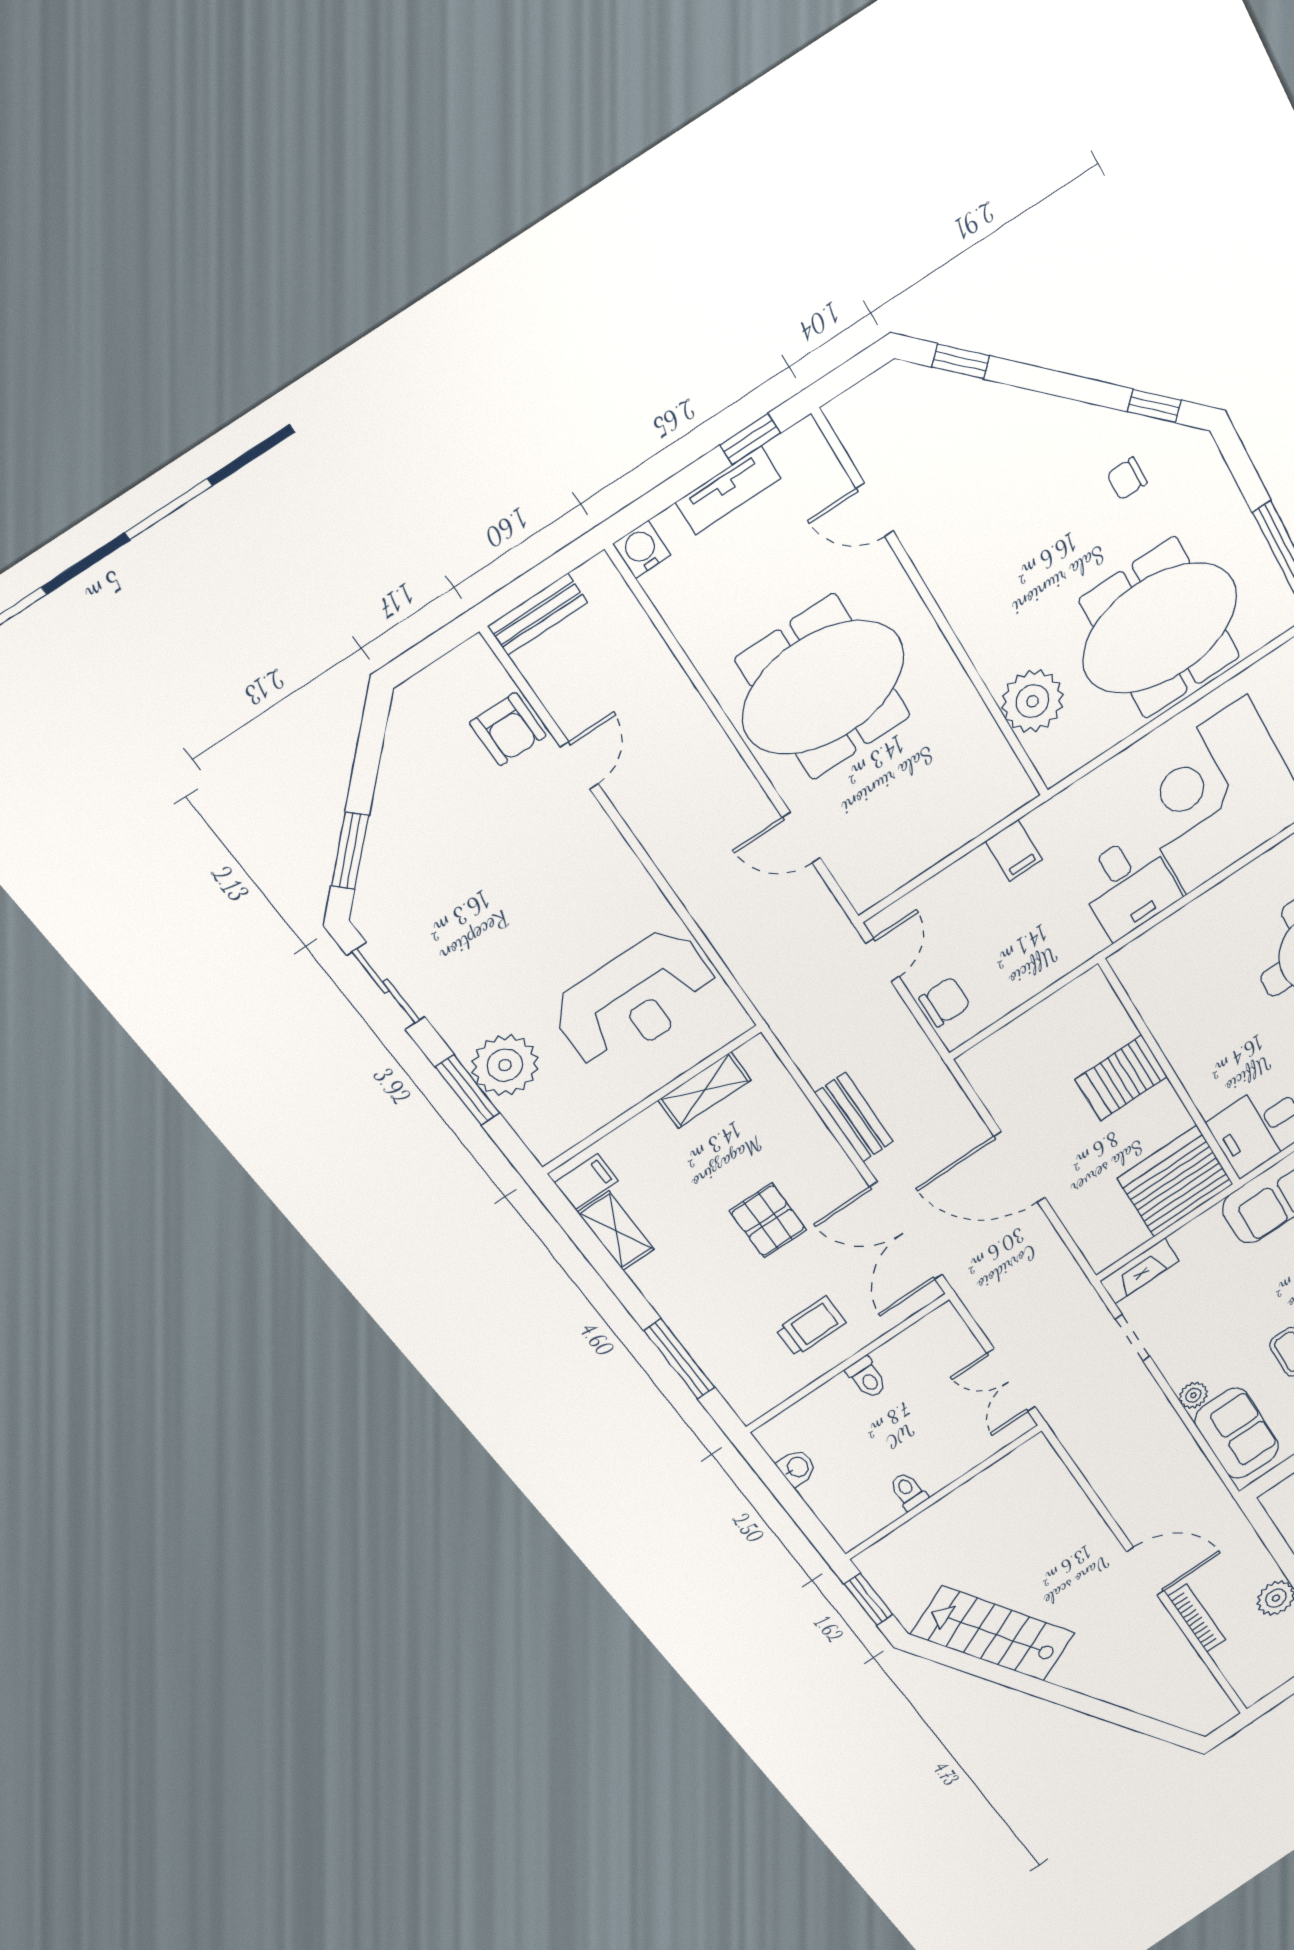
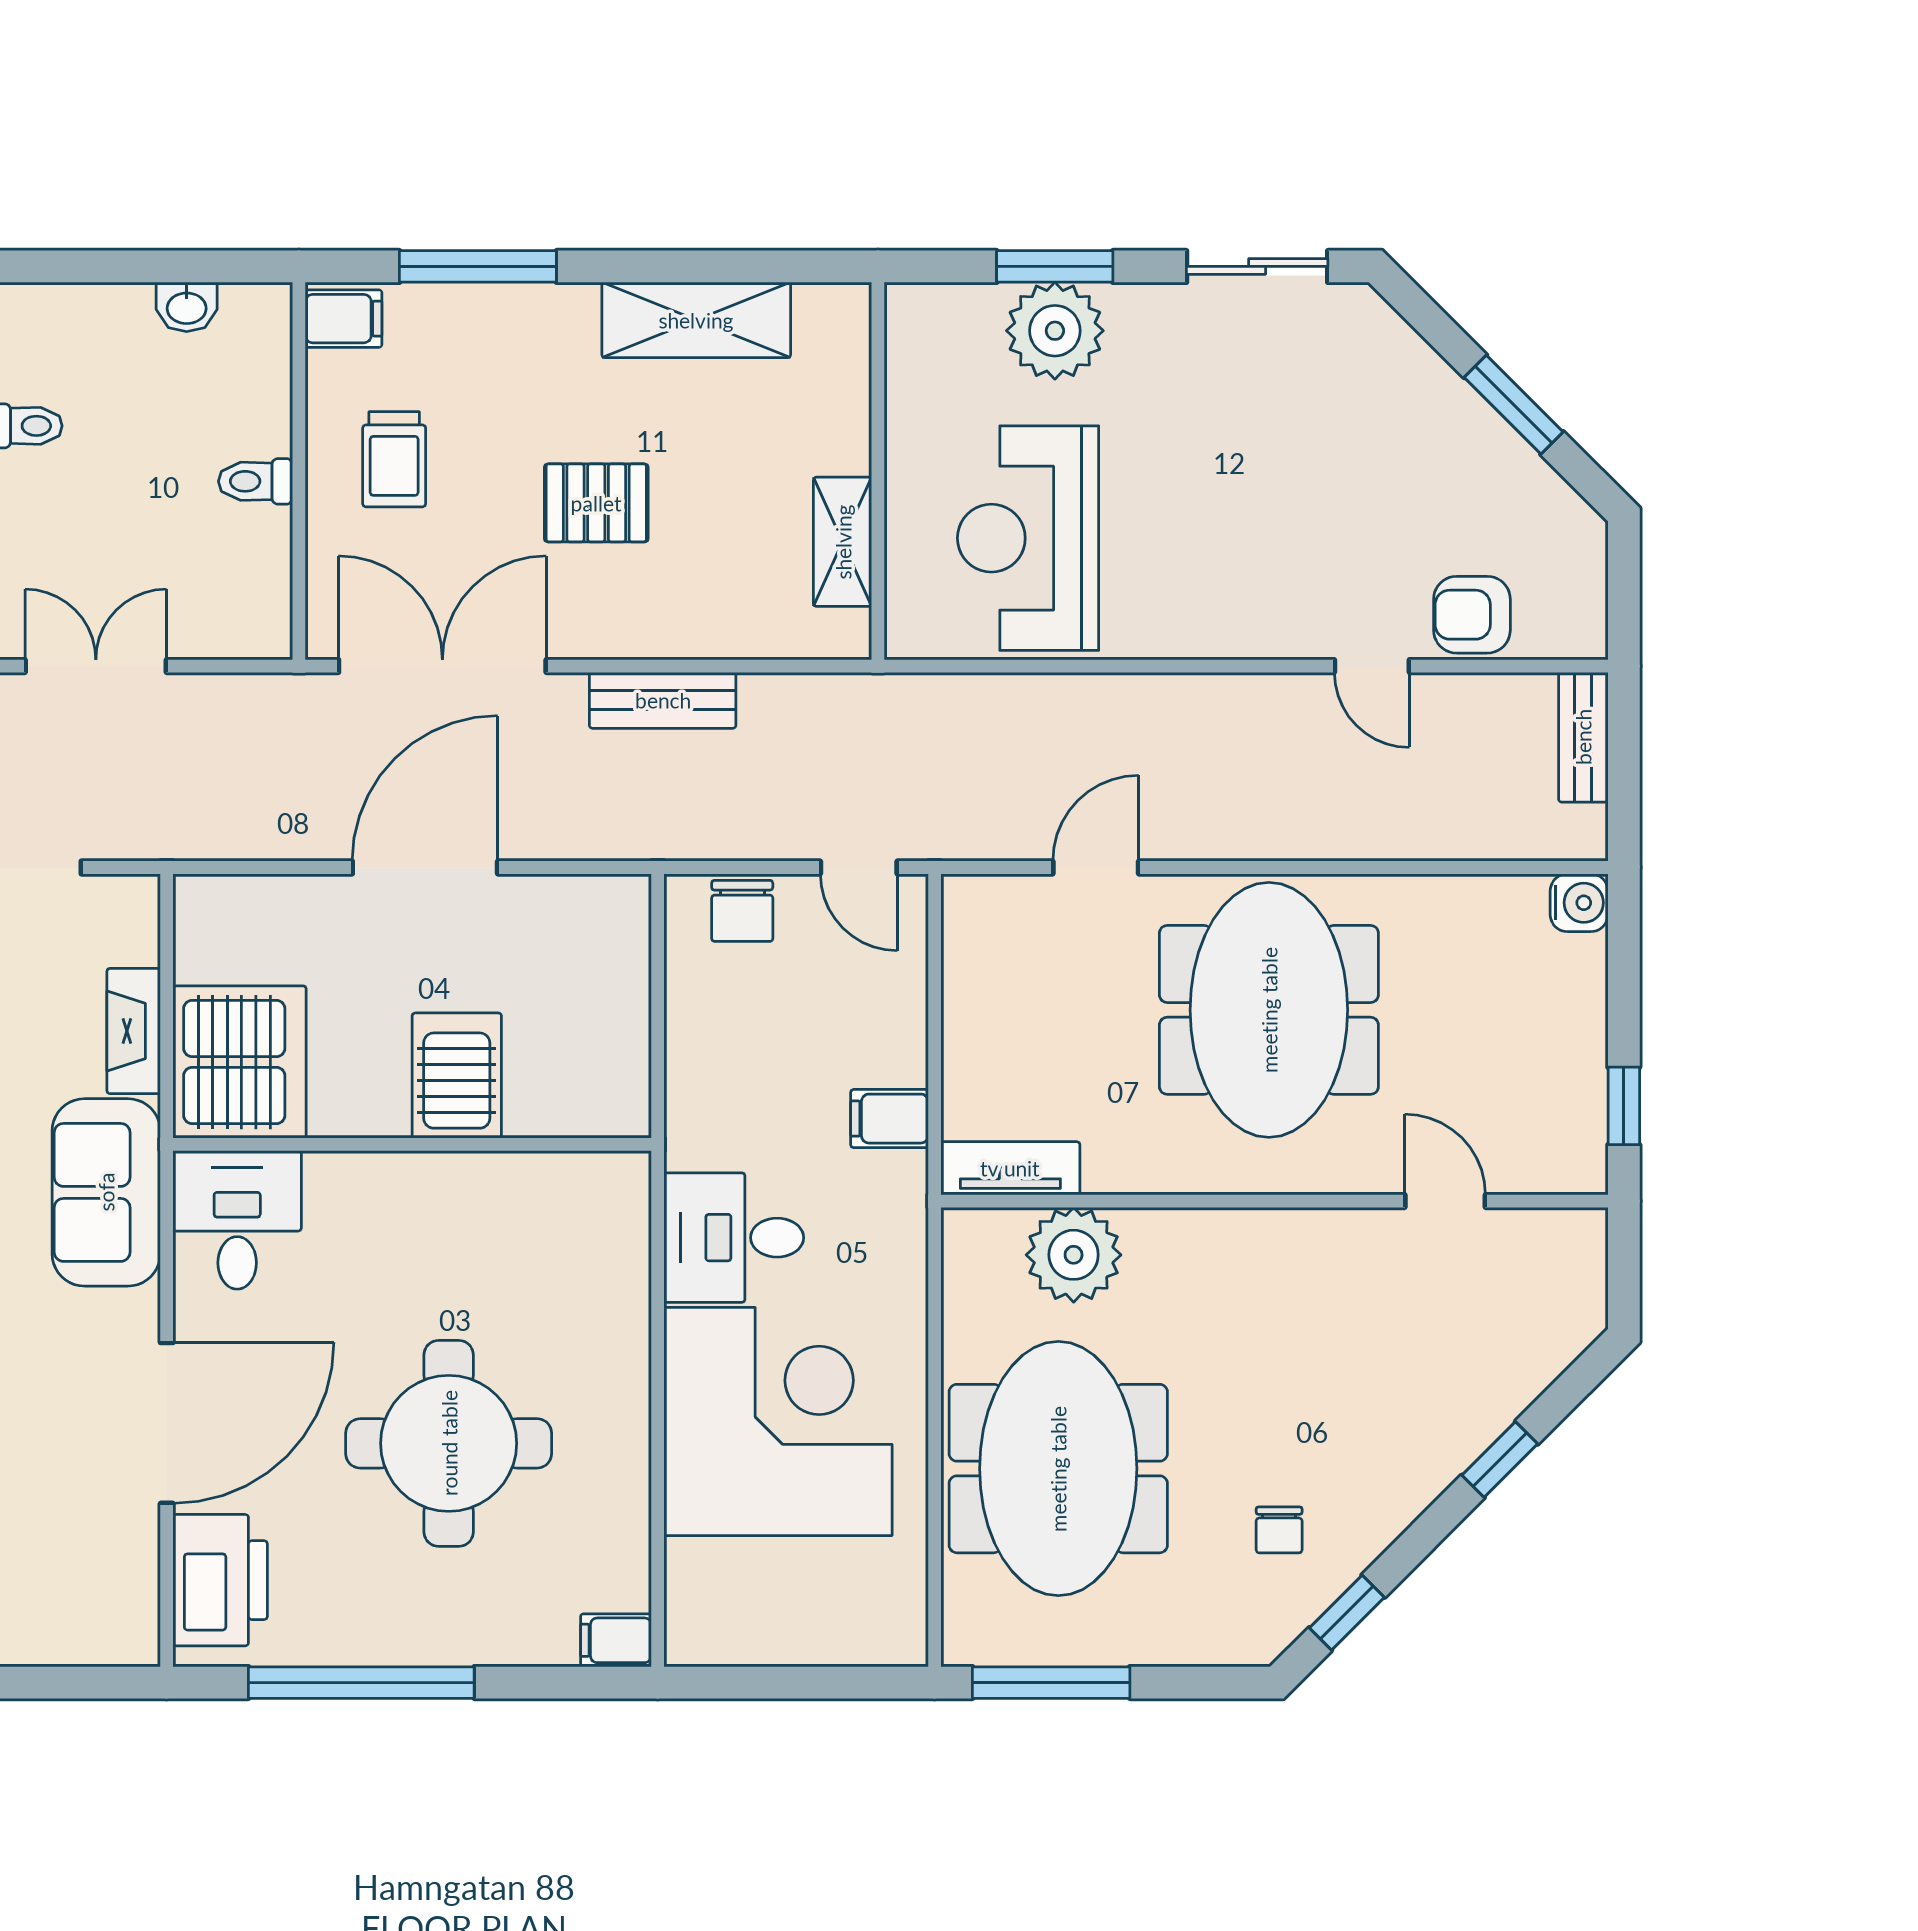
window: (961, 361) -> (1500, 1460), moved
chair: (1127, 479) -> (1279, 1530), turned 180
tv unit: (728, 490) -> (1010, 1168), moved, turned 90
door: (875, 510) -> (1445, 1201), hinge flipped
window: (350, 851) -> (1514, 405), moved
filing cabinet: (586, 1182) -> (344, 319), moved, turned -90
shelving: (616, 1231) -> (696, 320), width x1.50, depth x1.33
fireplace: (1140, 1271) -> (134, 1031), moved

